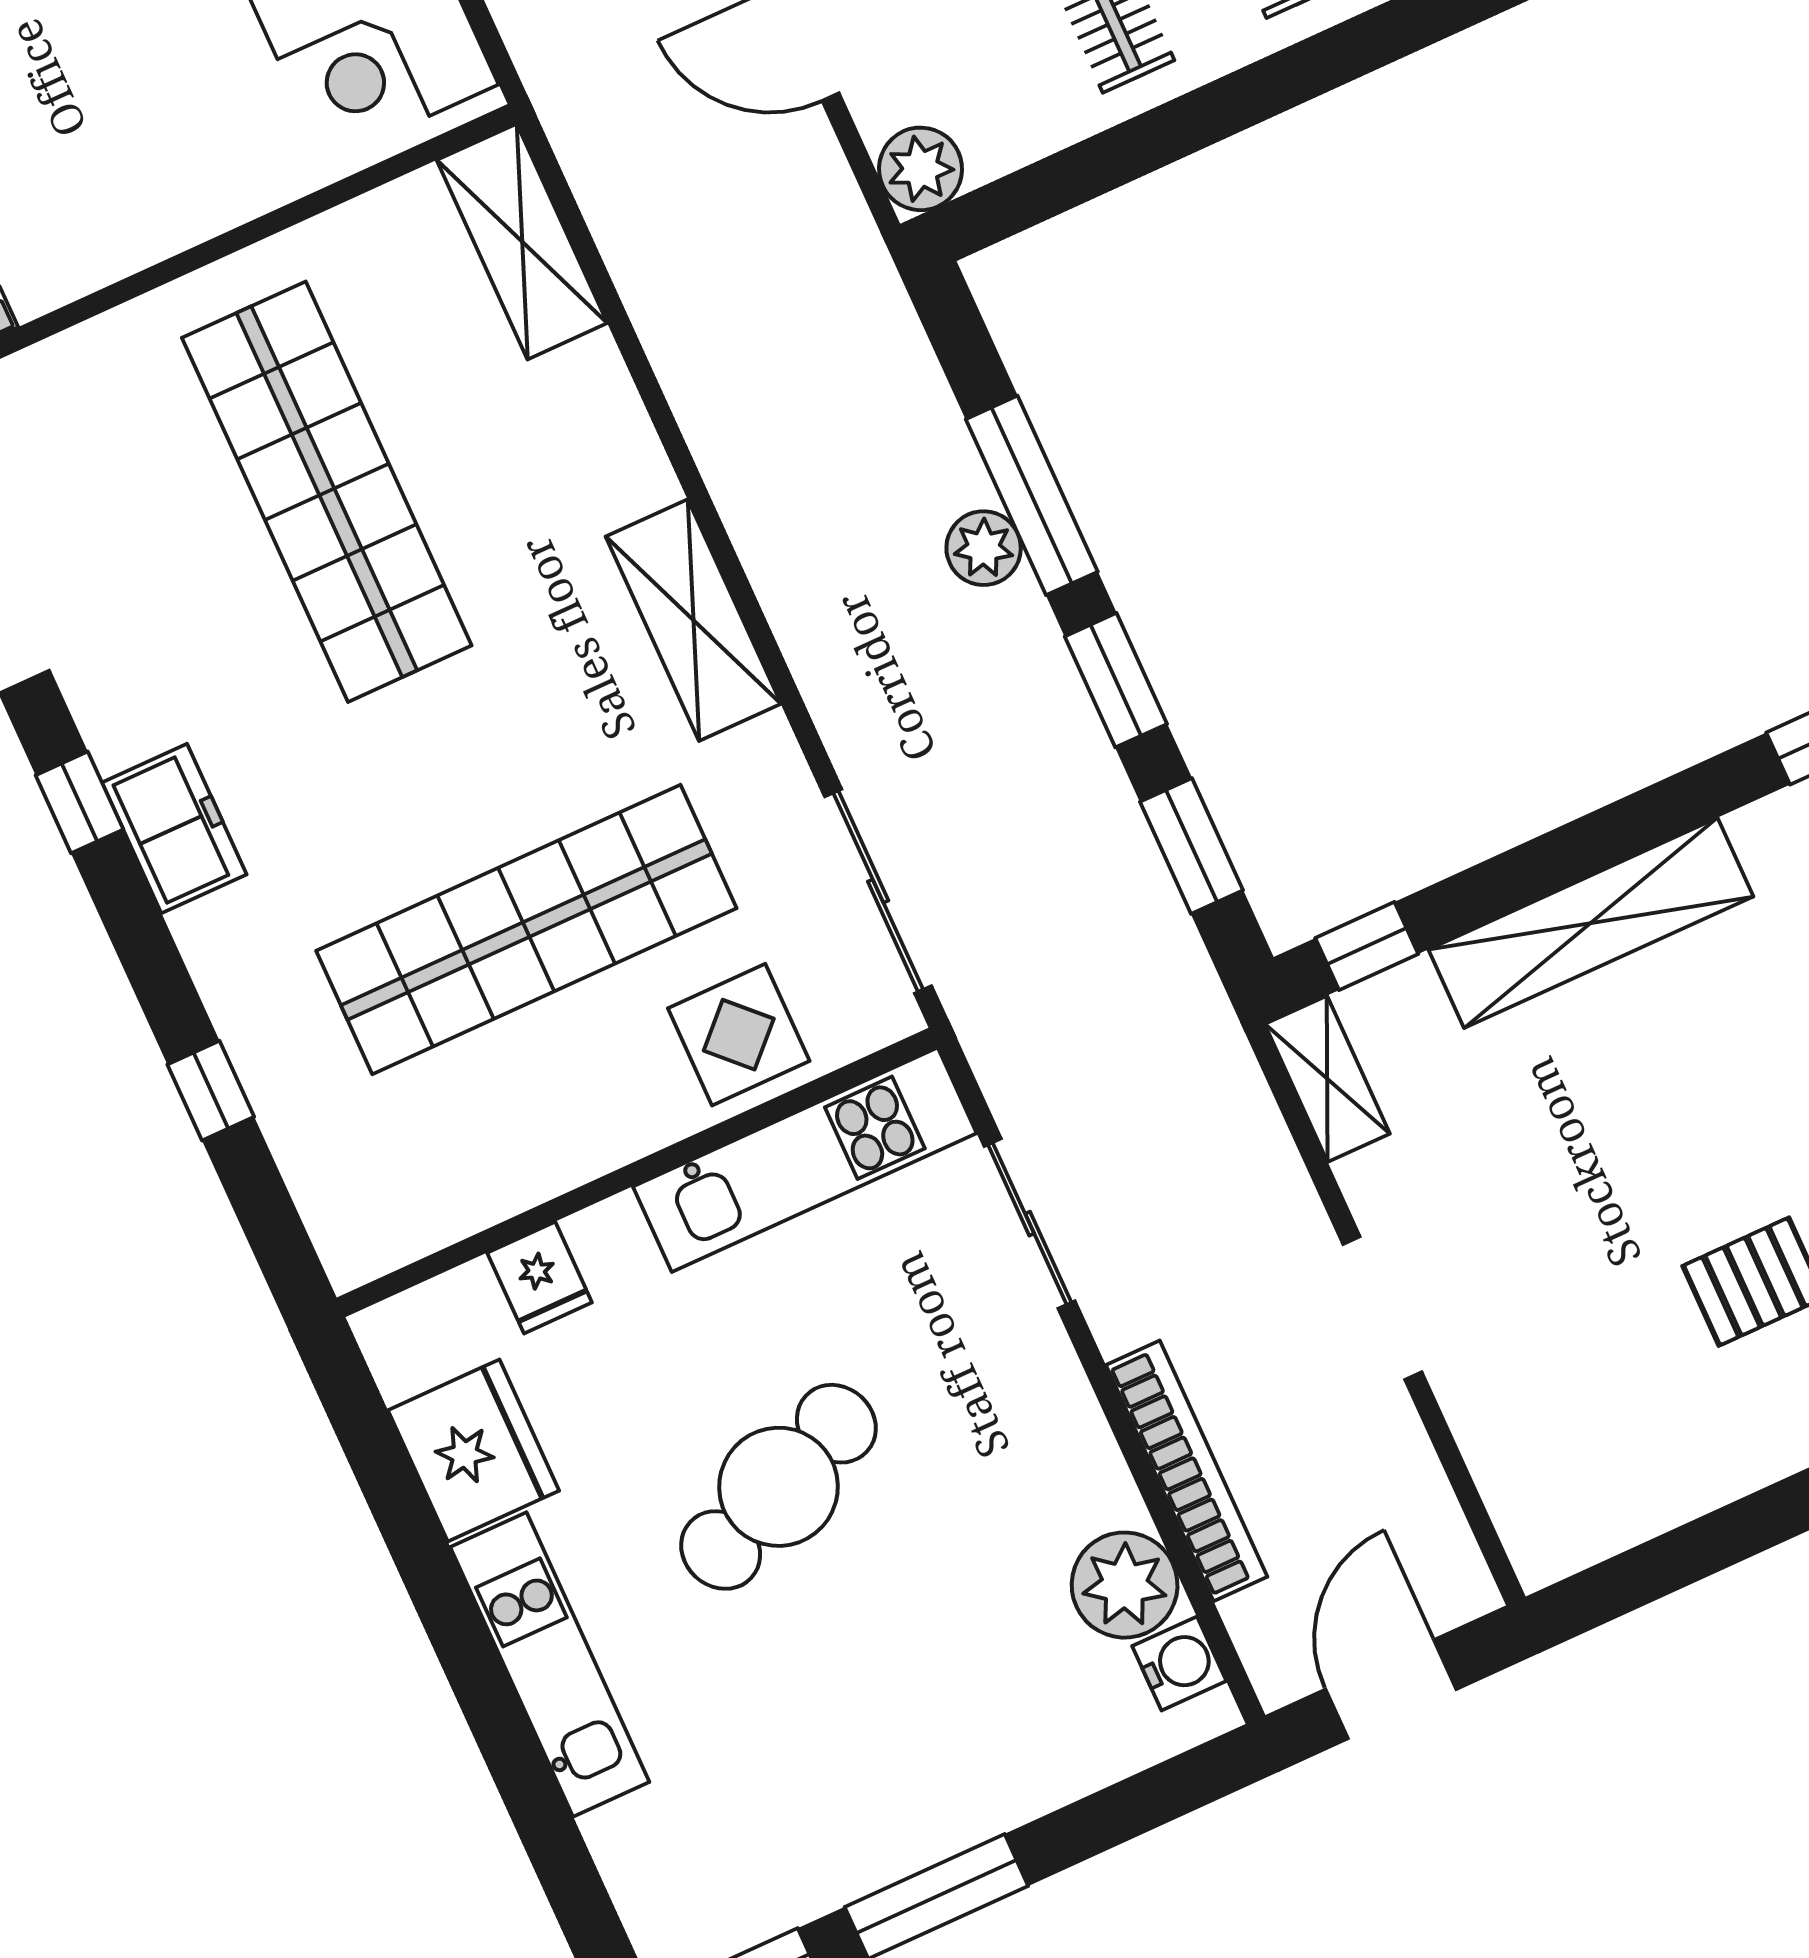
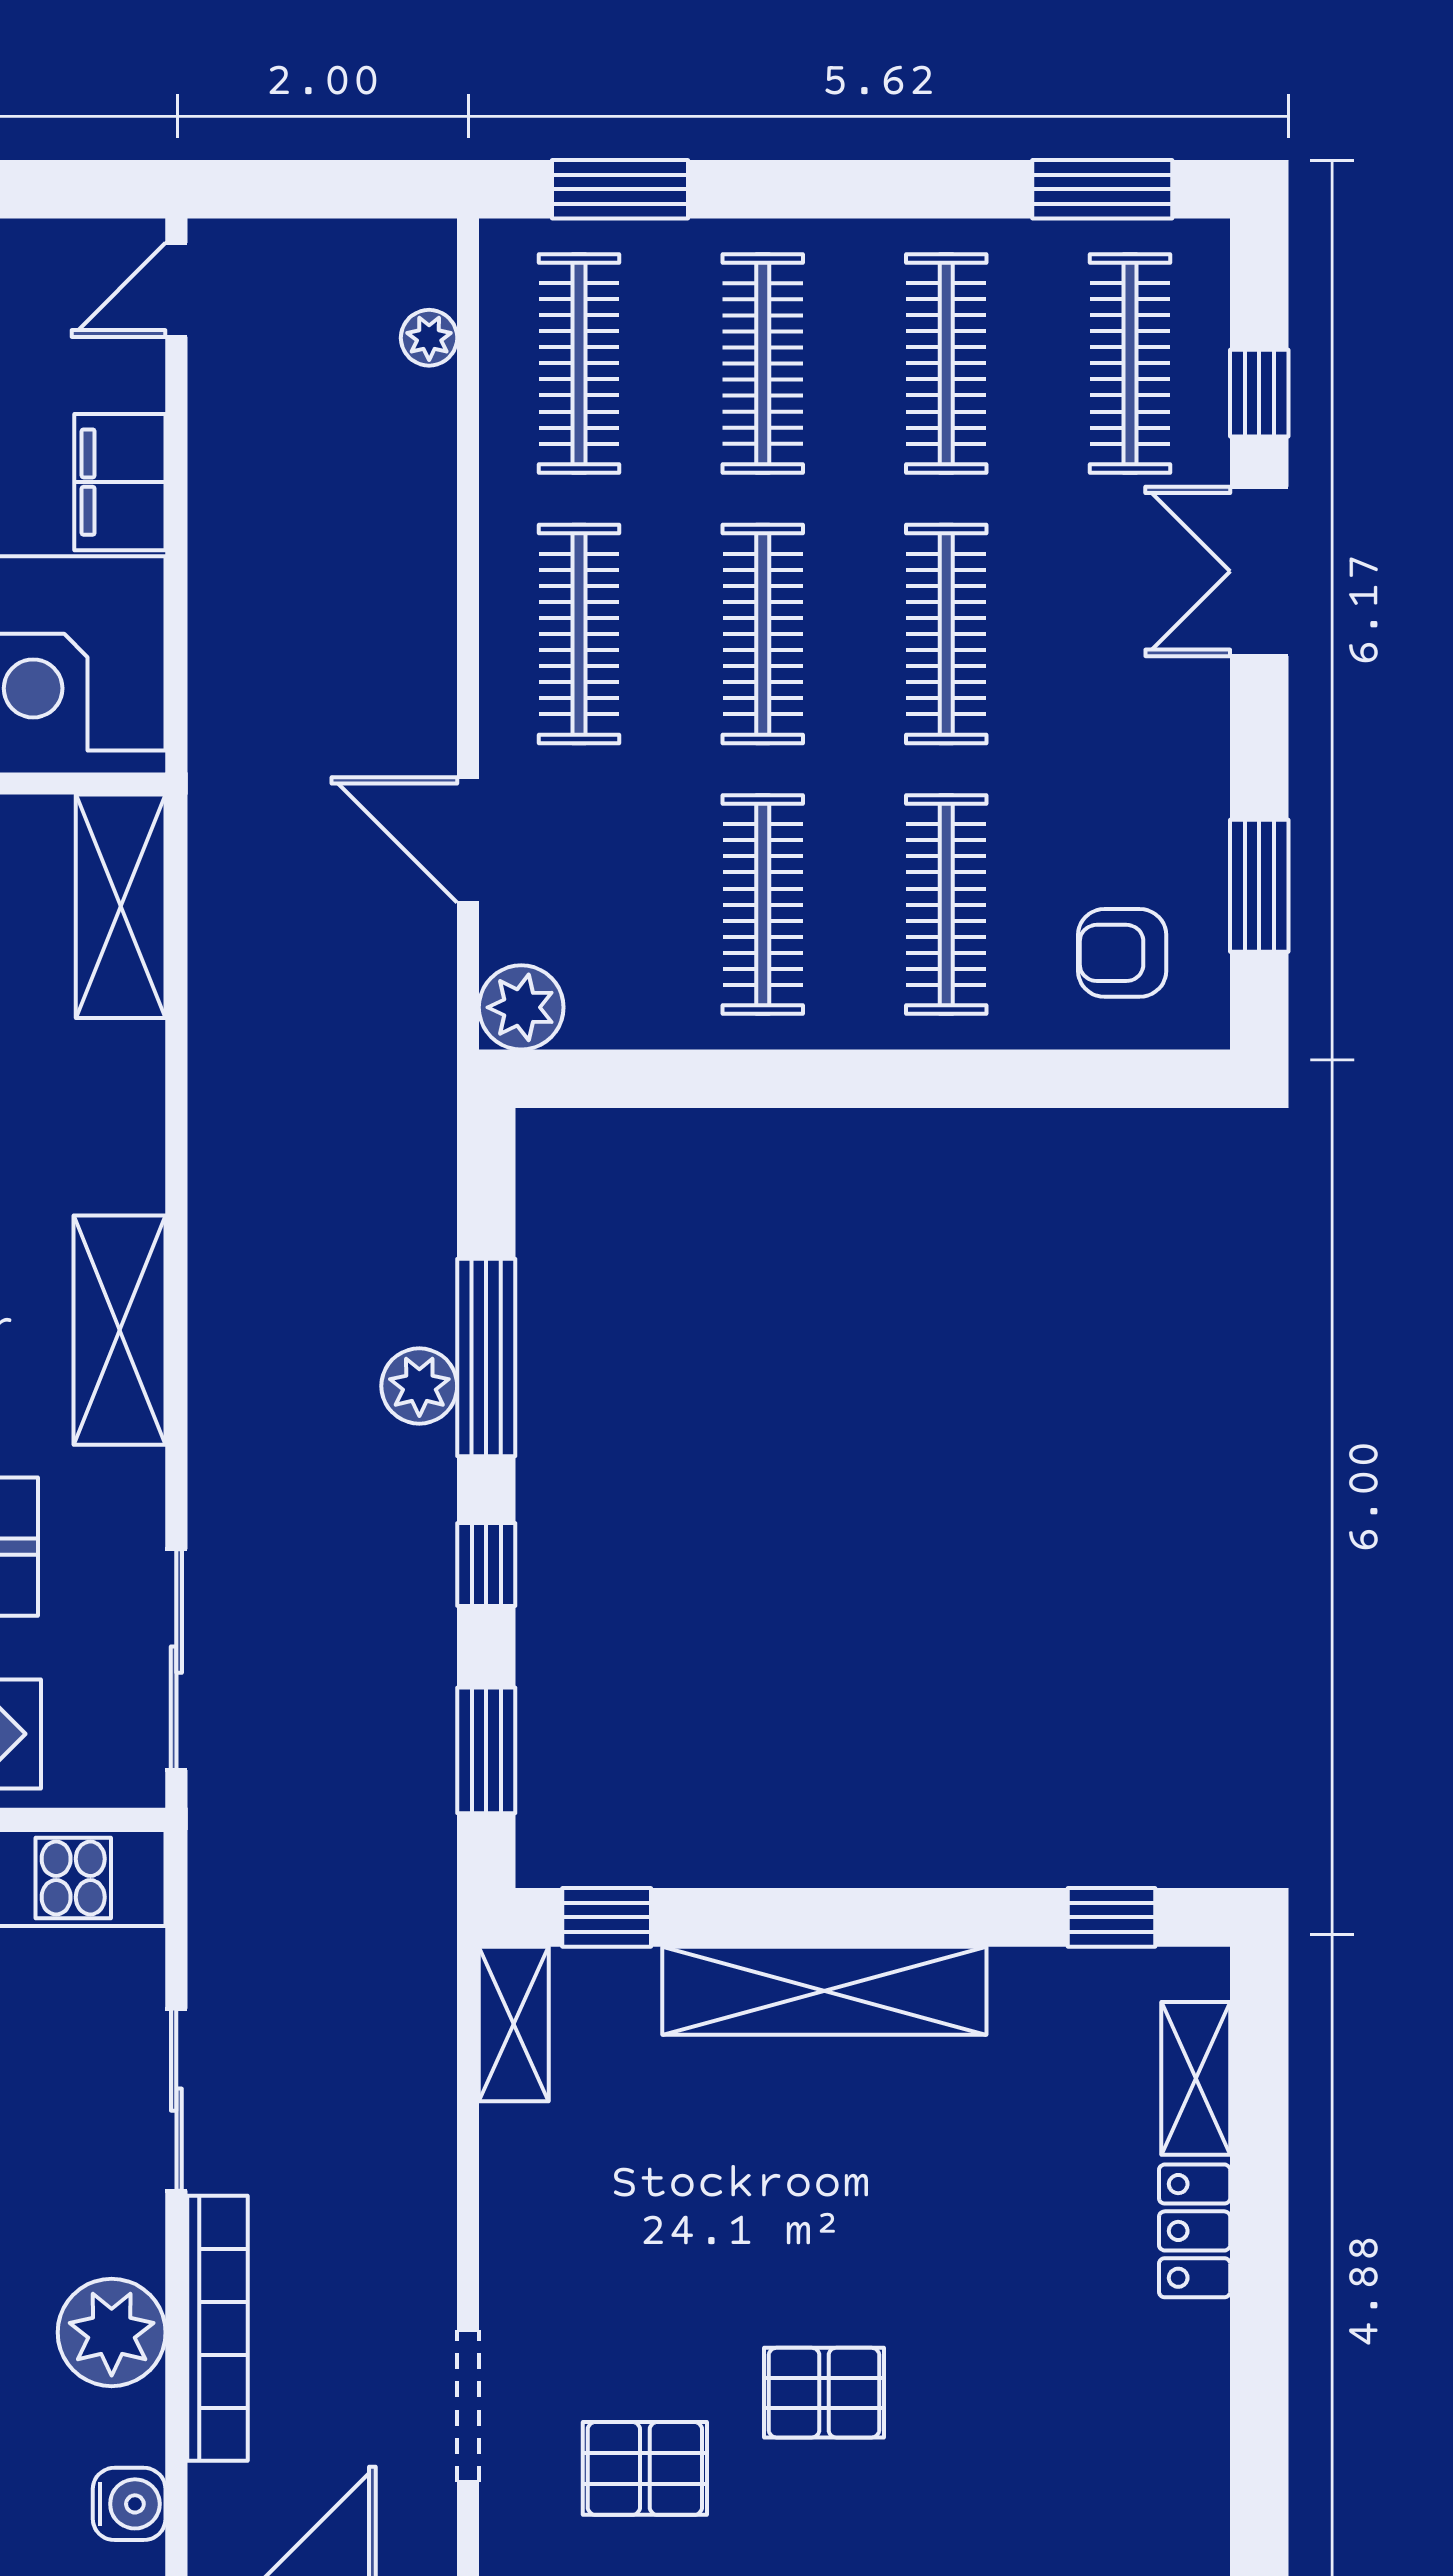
window: (1116, 680) -> (486, 1565), width x0.67
sliding door: (1030, 1224) -> (176, 2100), moved
doorway: (1382, 1308) -> (468, 2406), moved
pallet: (1625, 1422) -> (645, 2468), added
plant: (1125, 1585) -> (112, 2332), moved

